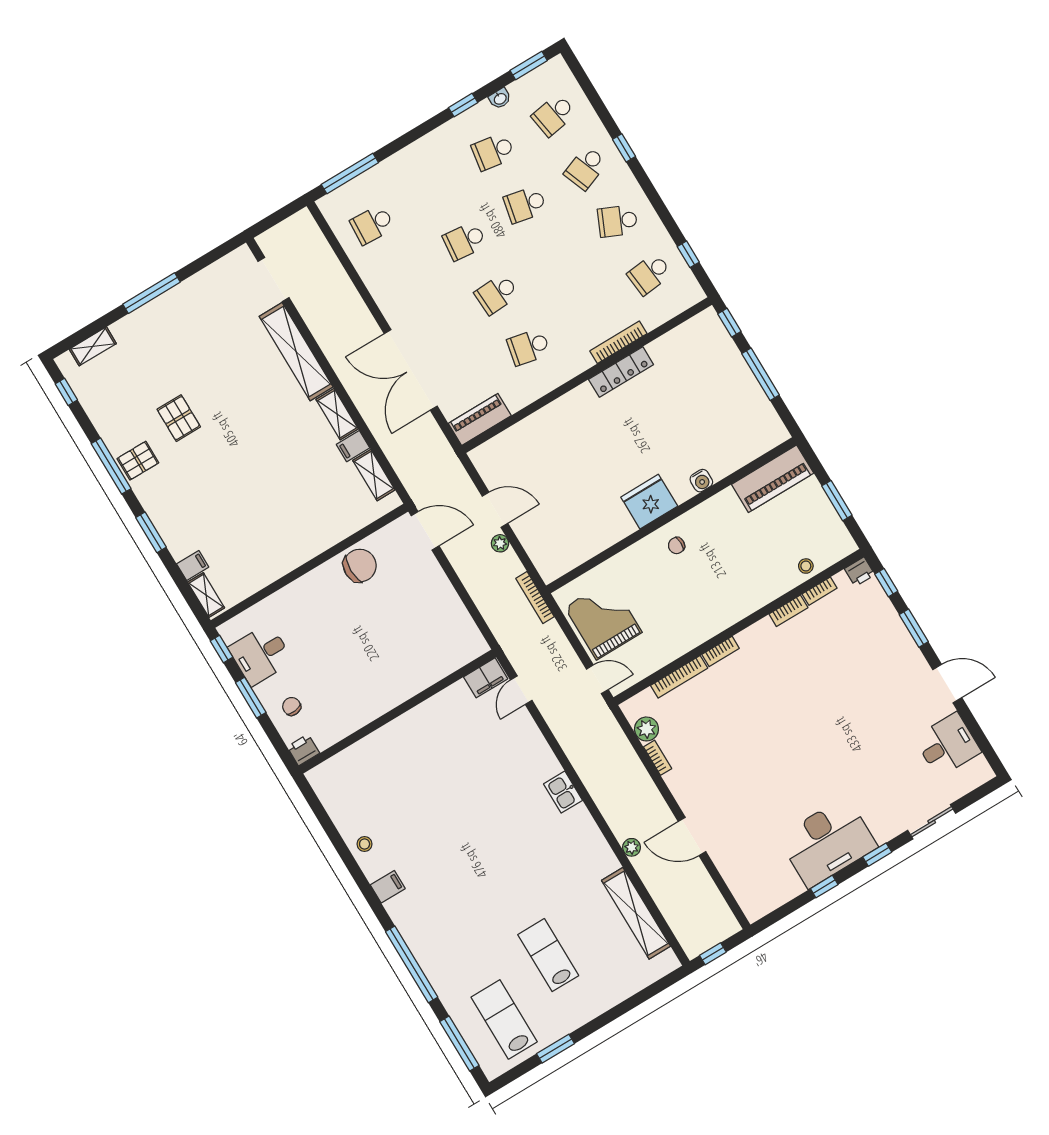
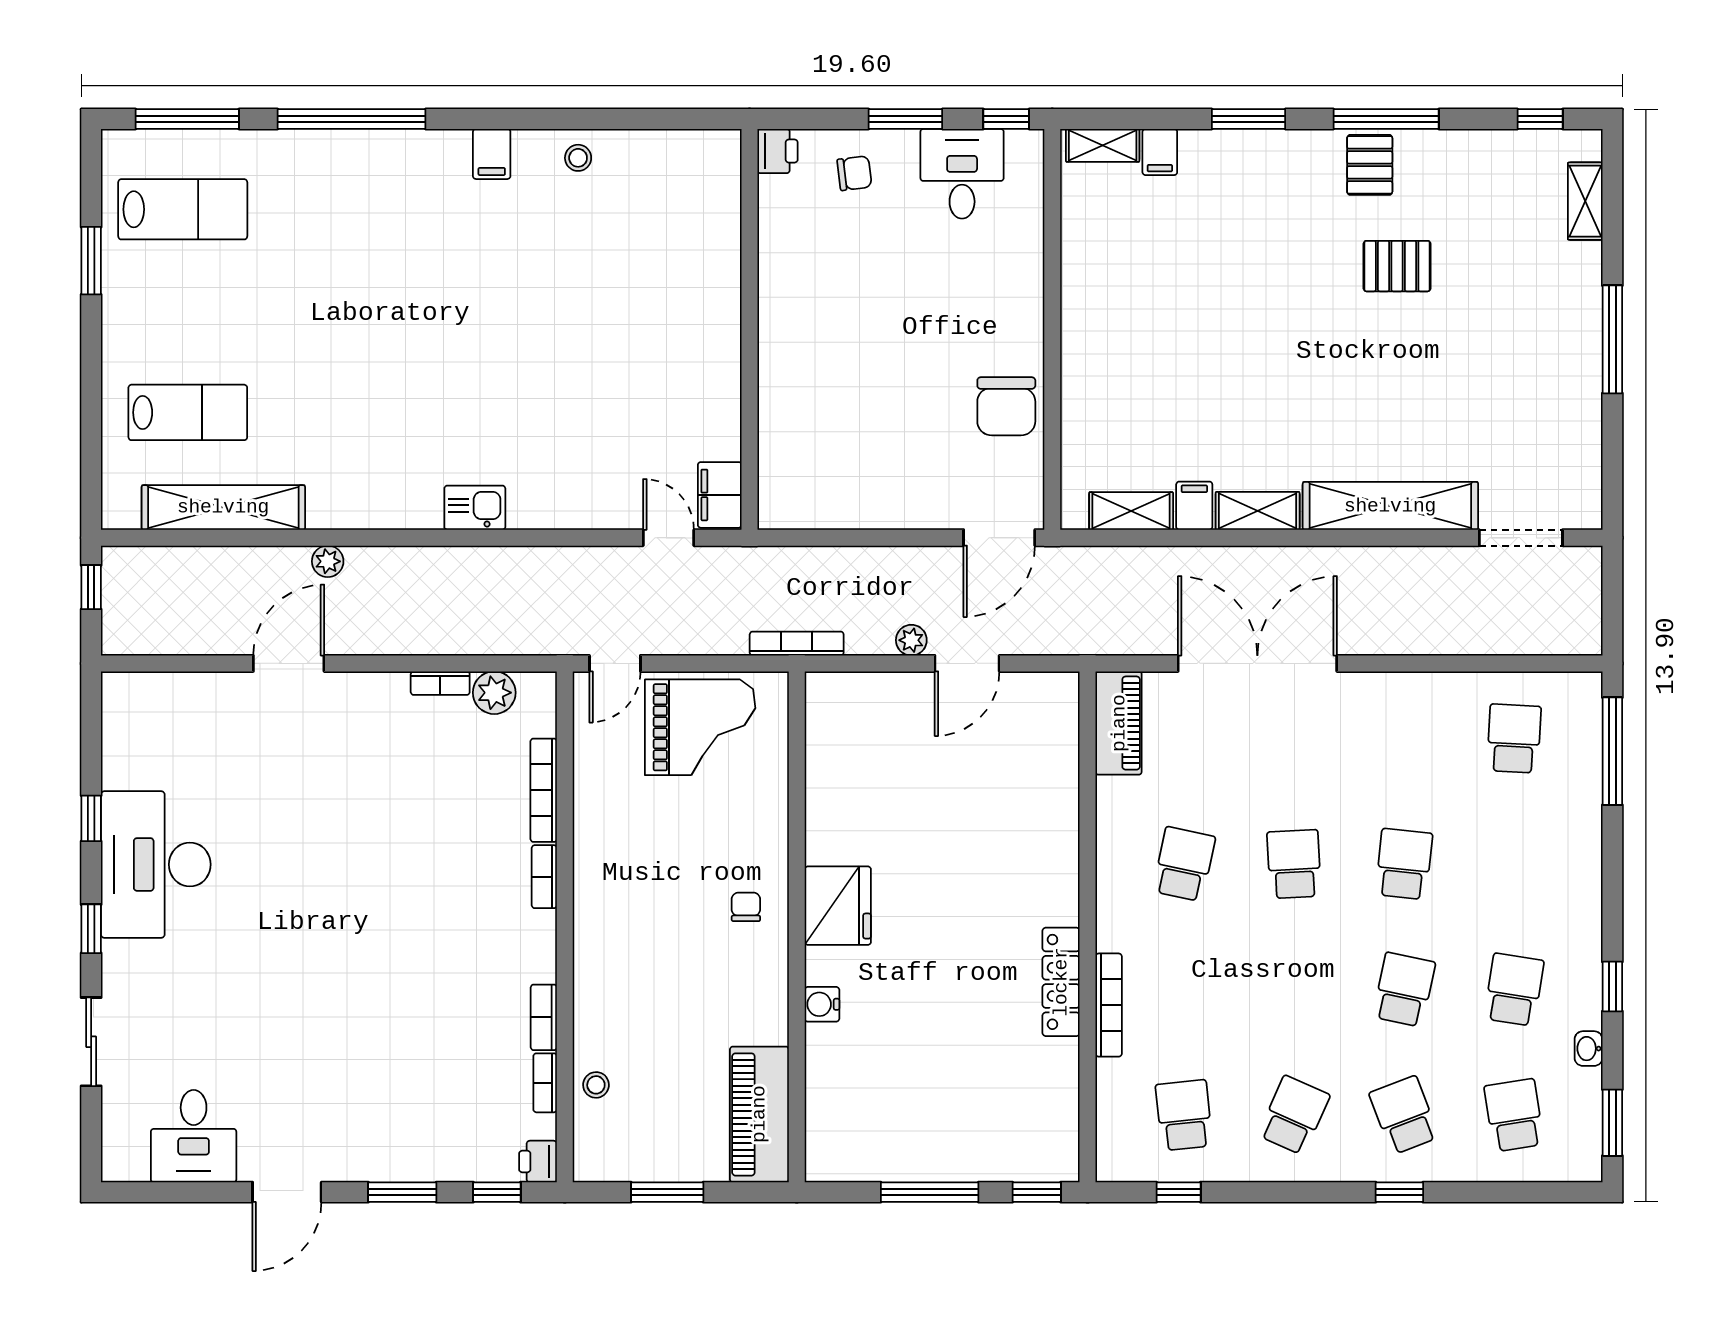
lab bench: (548, 955) -> (188, 412), moved

